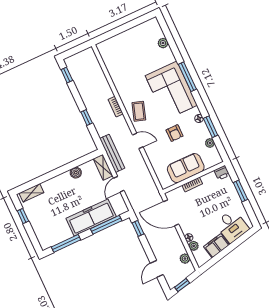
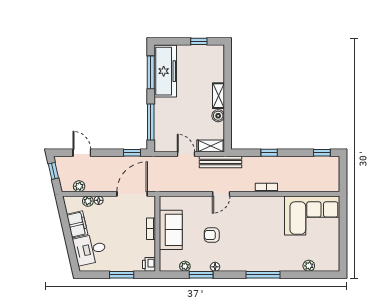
corner sofa: (171, 90) -> (312, 215), moved, turned 180
coffee table: (139, 111) -> (251, 209), removed
shelving: (31, 193) -> (219, 96), moved
freezer: (91, 217) -> (165, 71), moved

